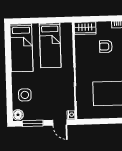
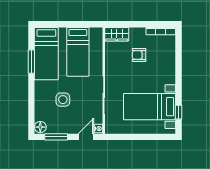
window: (8, 55) -> (31, 62), added
side table: (25, 95) -> (63, 100), moved
door: (60, 123) -> (86, 137), swing flipped

